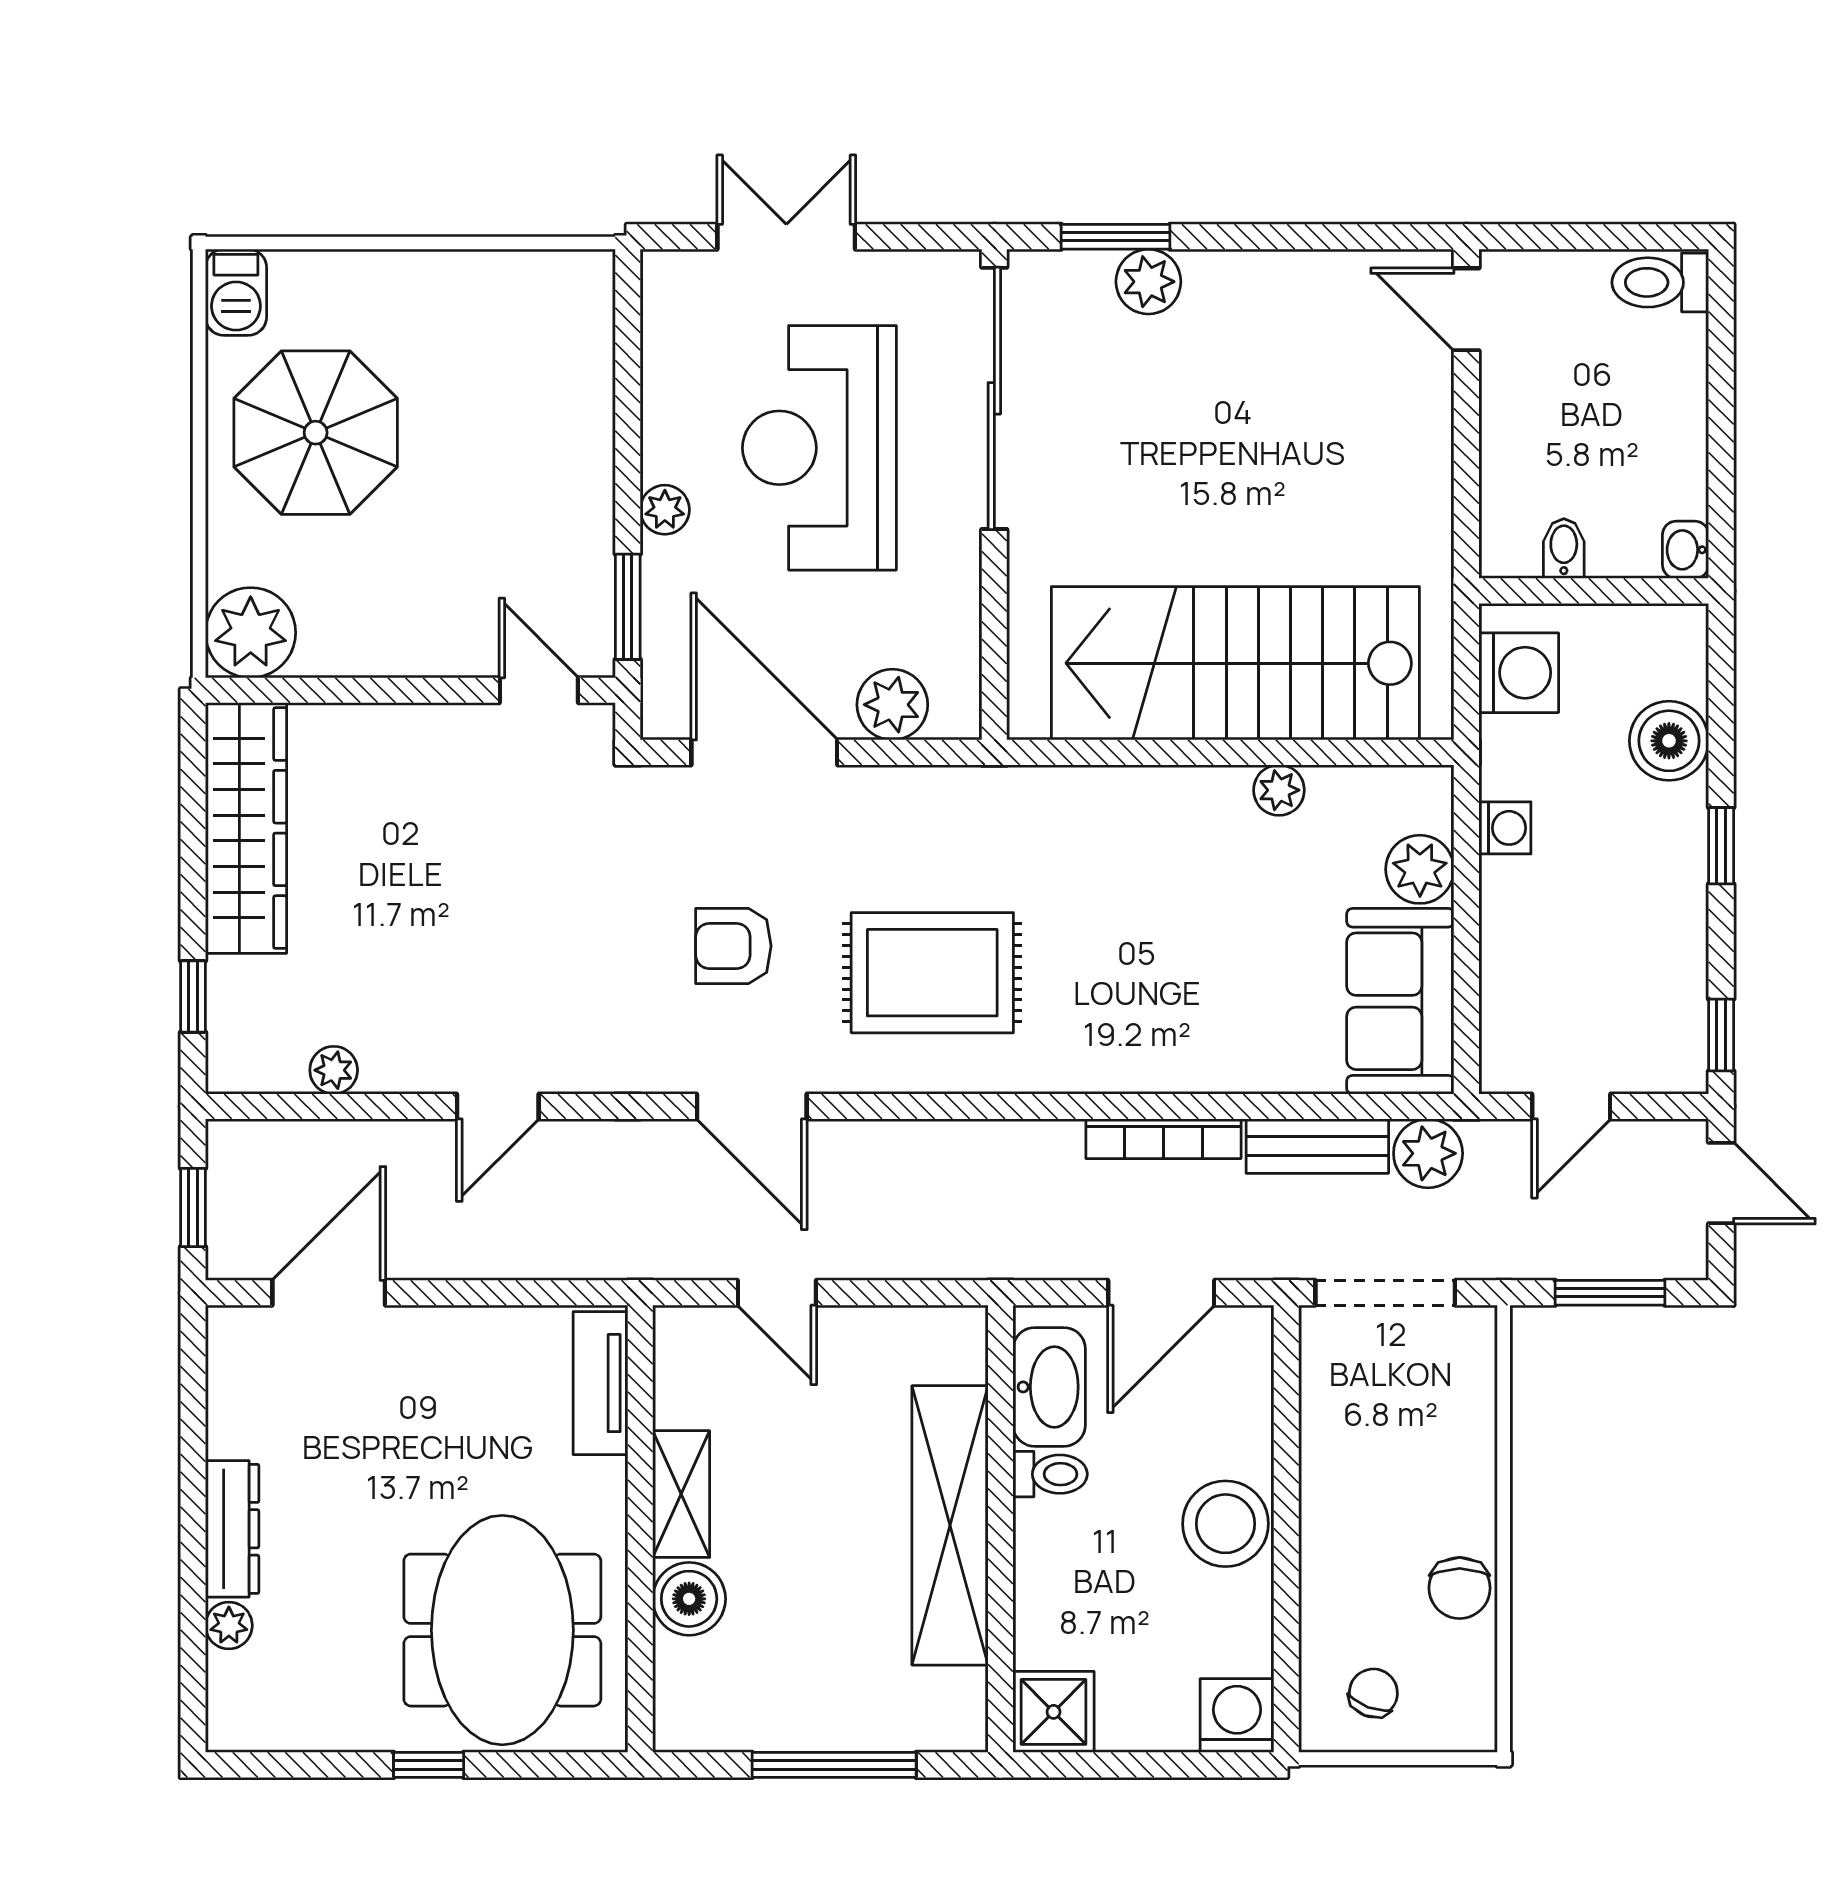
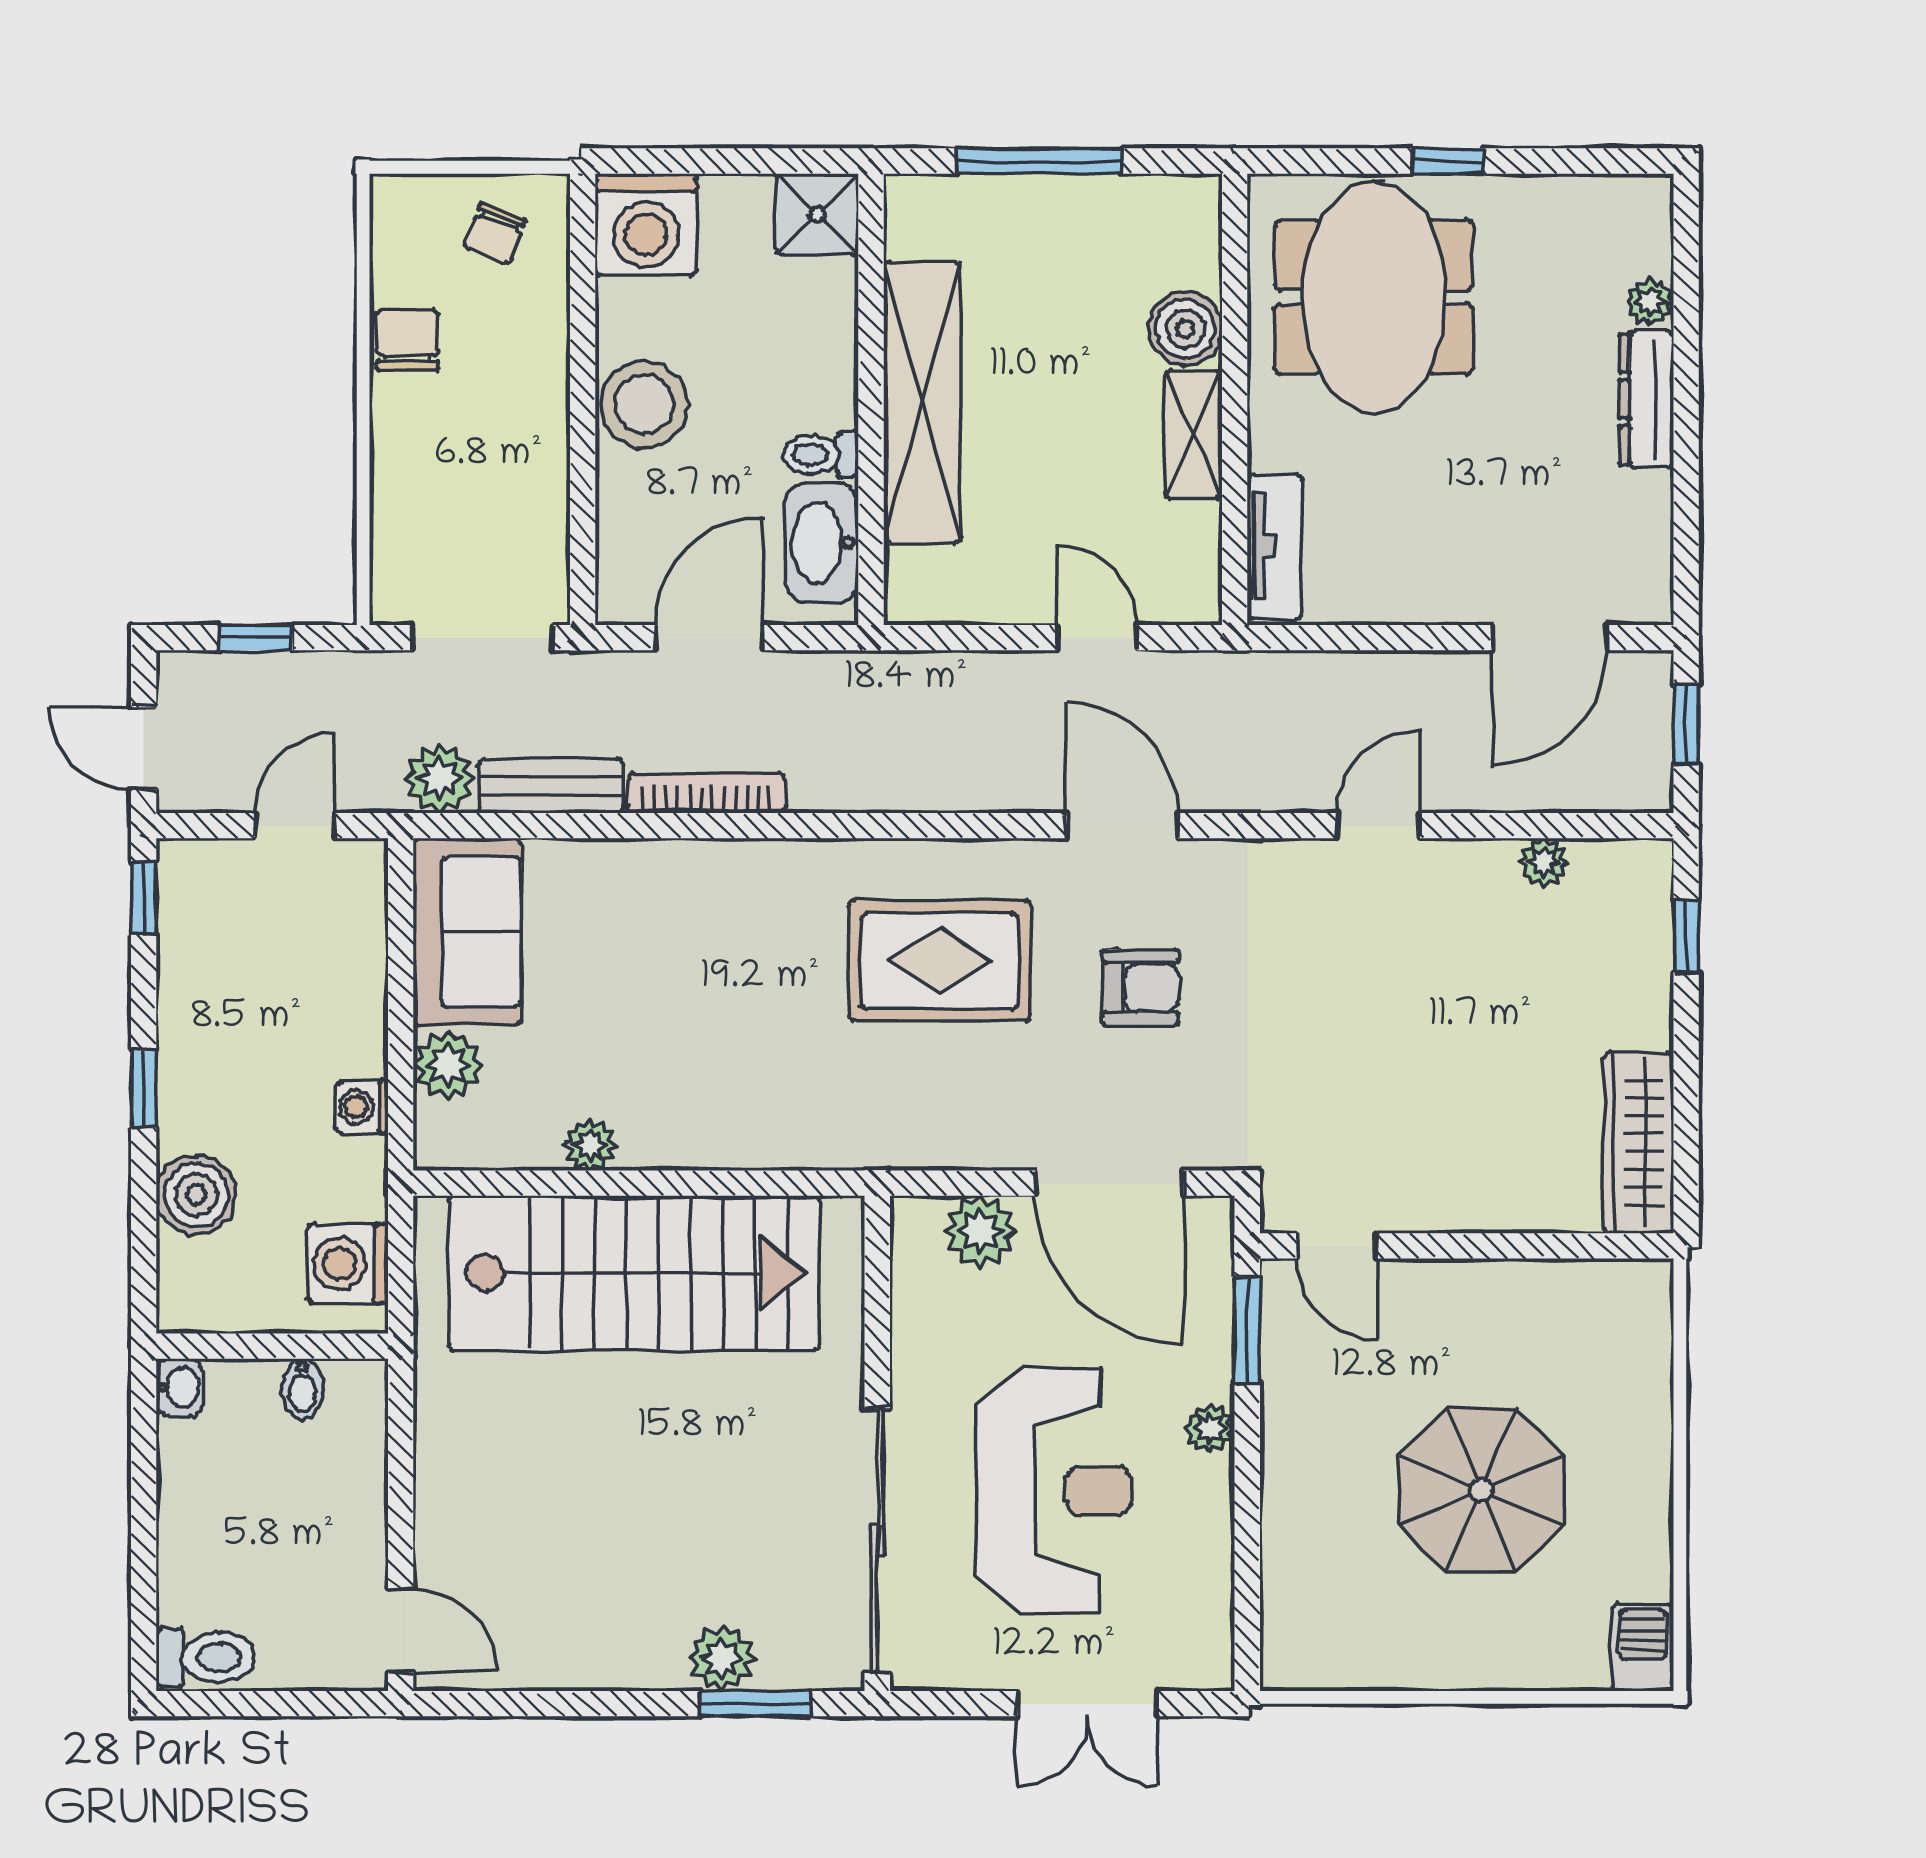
parasol: (316, 433) -> (1481, 1490), moved
plant: (251, 633) -> (1628, 1304), removed
wardrobe: (246, 828) -> (1639, 1143), width x0.71, depth x0.85
window: (1610, 1293) -> (256, 638), width x0.67
washing machine: (1237, 1716) -> (646, 225), width x1.37, depth x1.37

